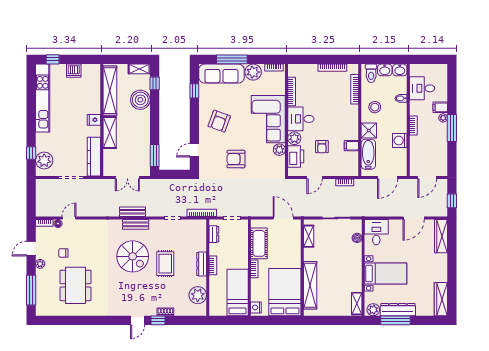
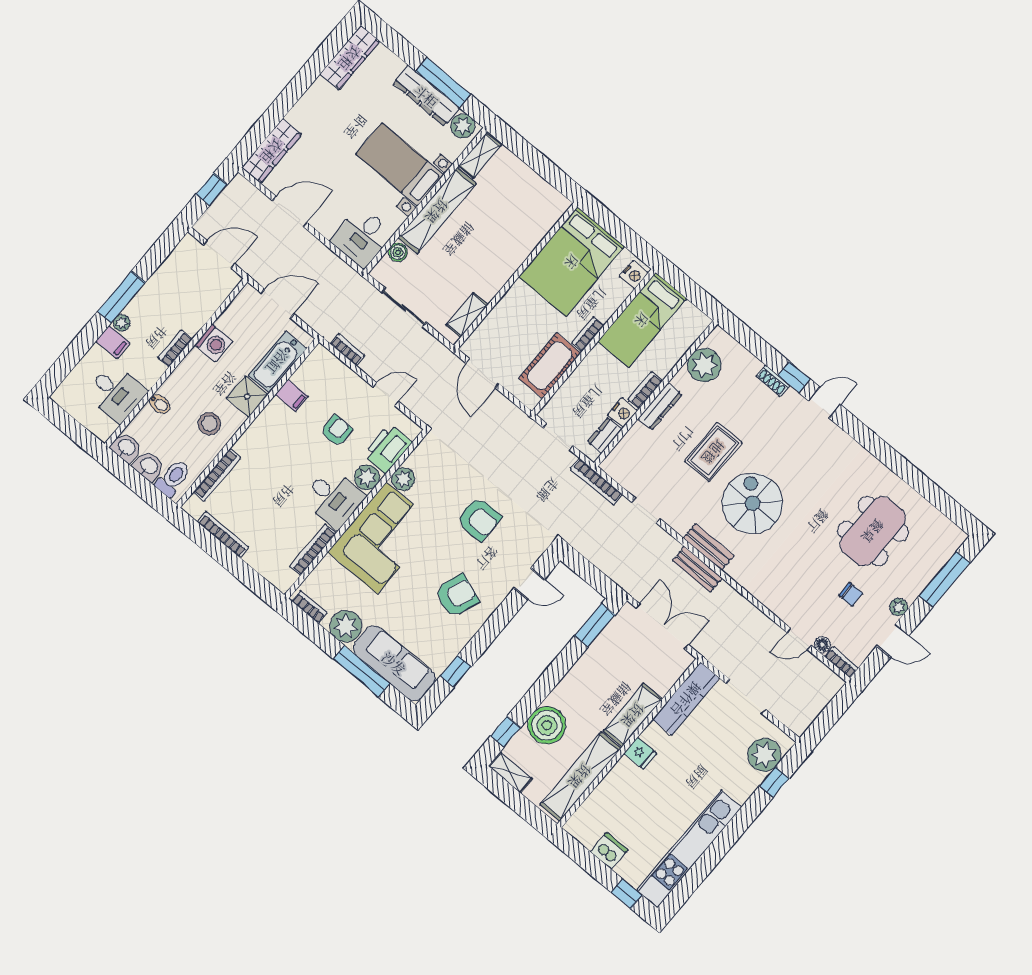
double door: (127, 178) -> (662, 626), width x1.37
nightstand: (214, 249) -> (623, 412), added
shelving: (310, 285) -> (437, 211), moved

